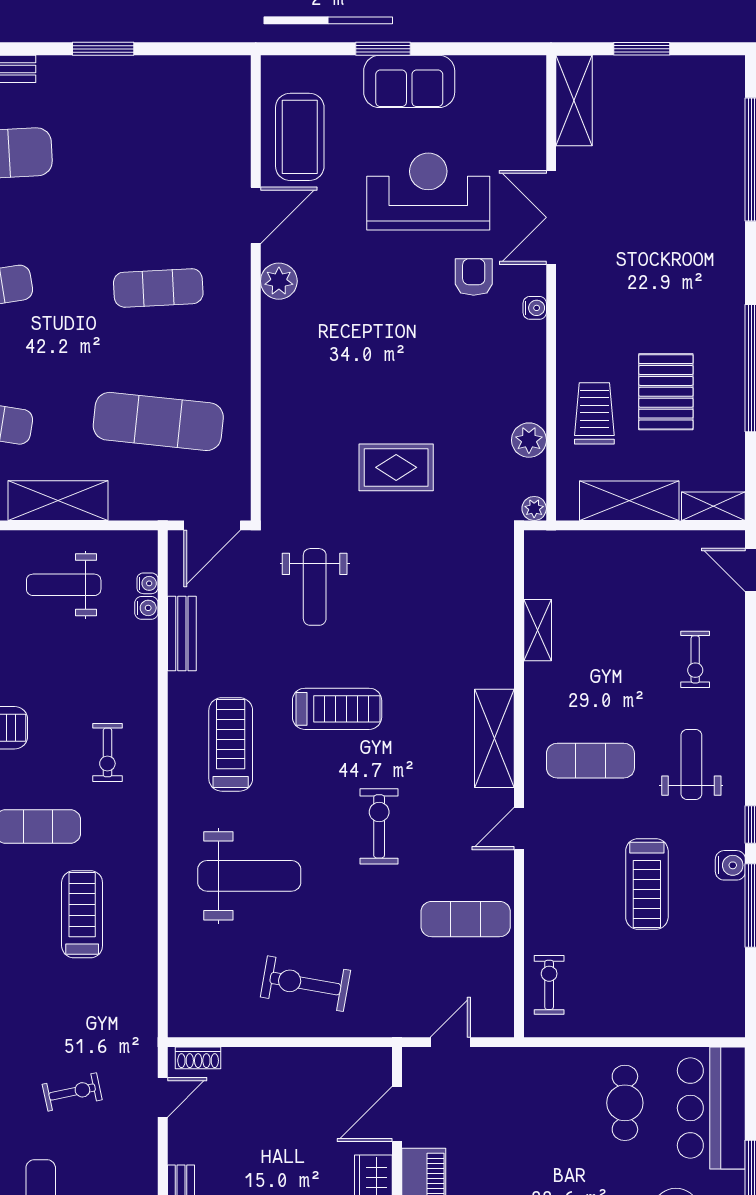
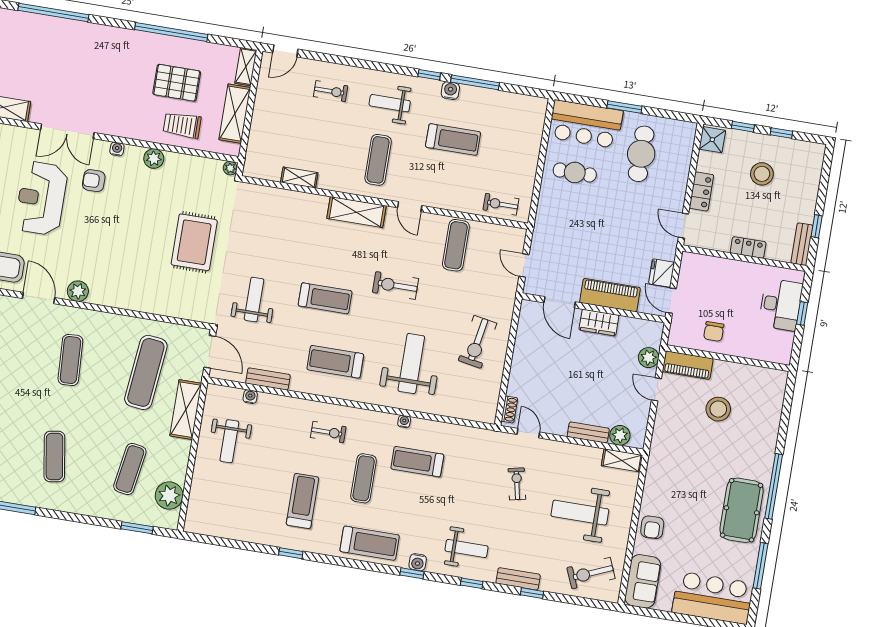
plant: (529, 440) -> (154, 158), moved
rug: (396, 467) -> (194, 242), width x1.36, depth x1.43
shelving: (58, 501) -> (186, 410), moved
water cooler: (147, 583) -> (404, 421), moved
weight bench: (315, 587) -> (254, 300), turned -90
treadmill: (337, 709) -> (325, 298), turned 90

